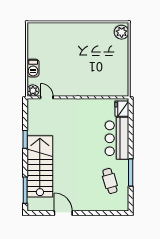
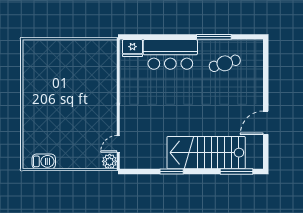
plant: (122, 32) -> (35, 49), removed
barbecue: (33, 68) -> (44, 161), moved

